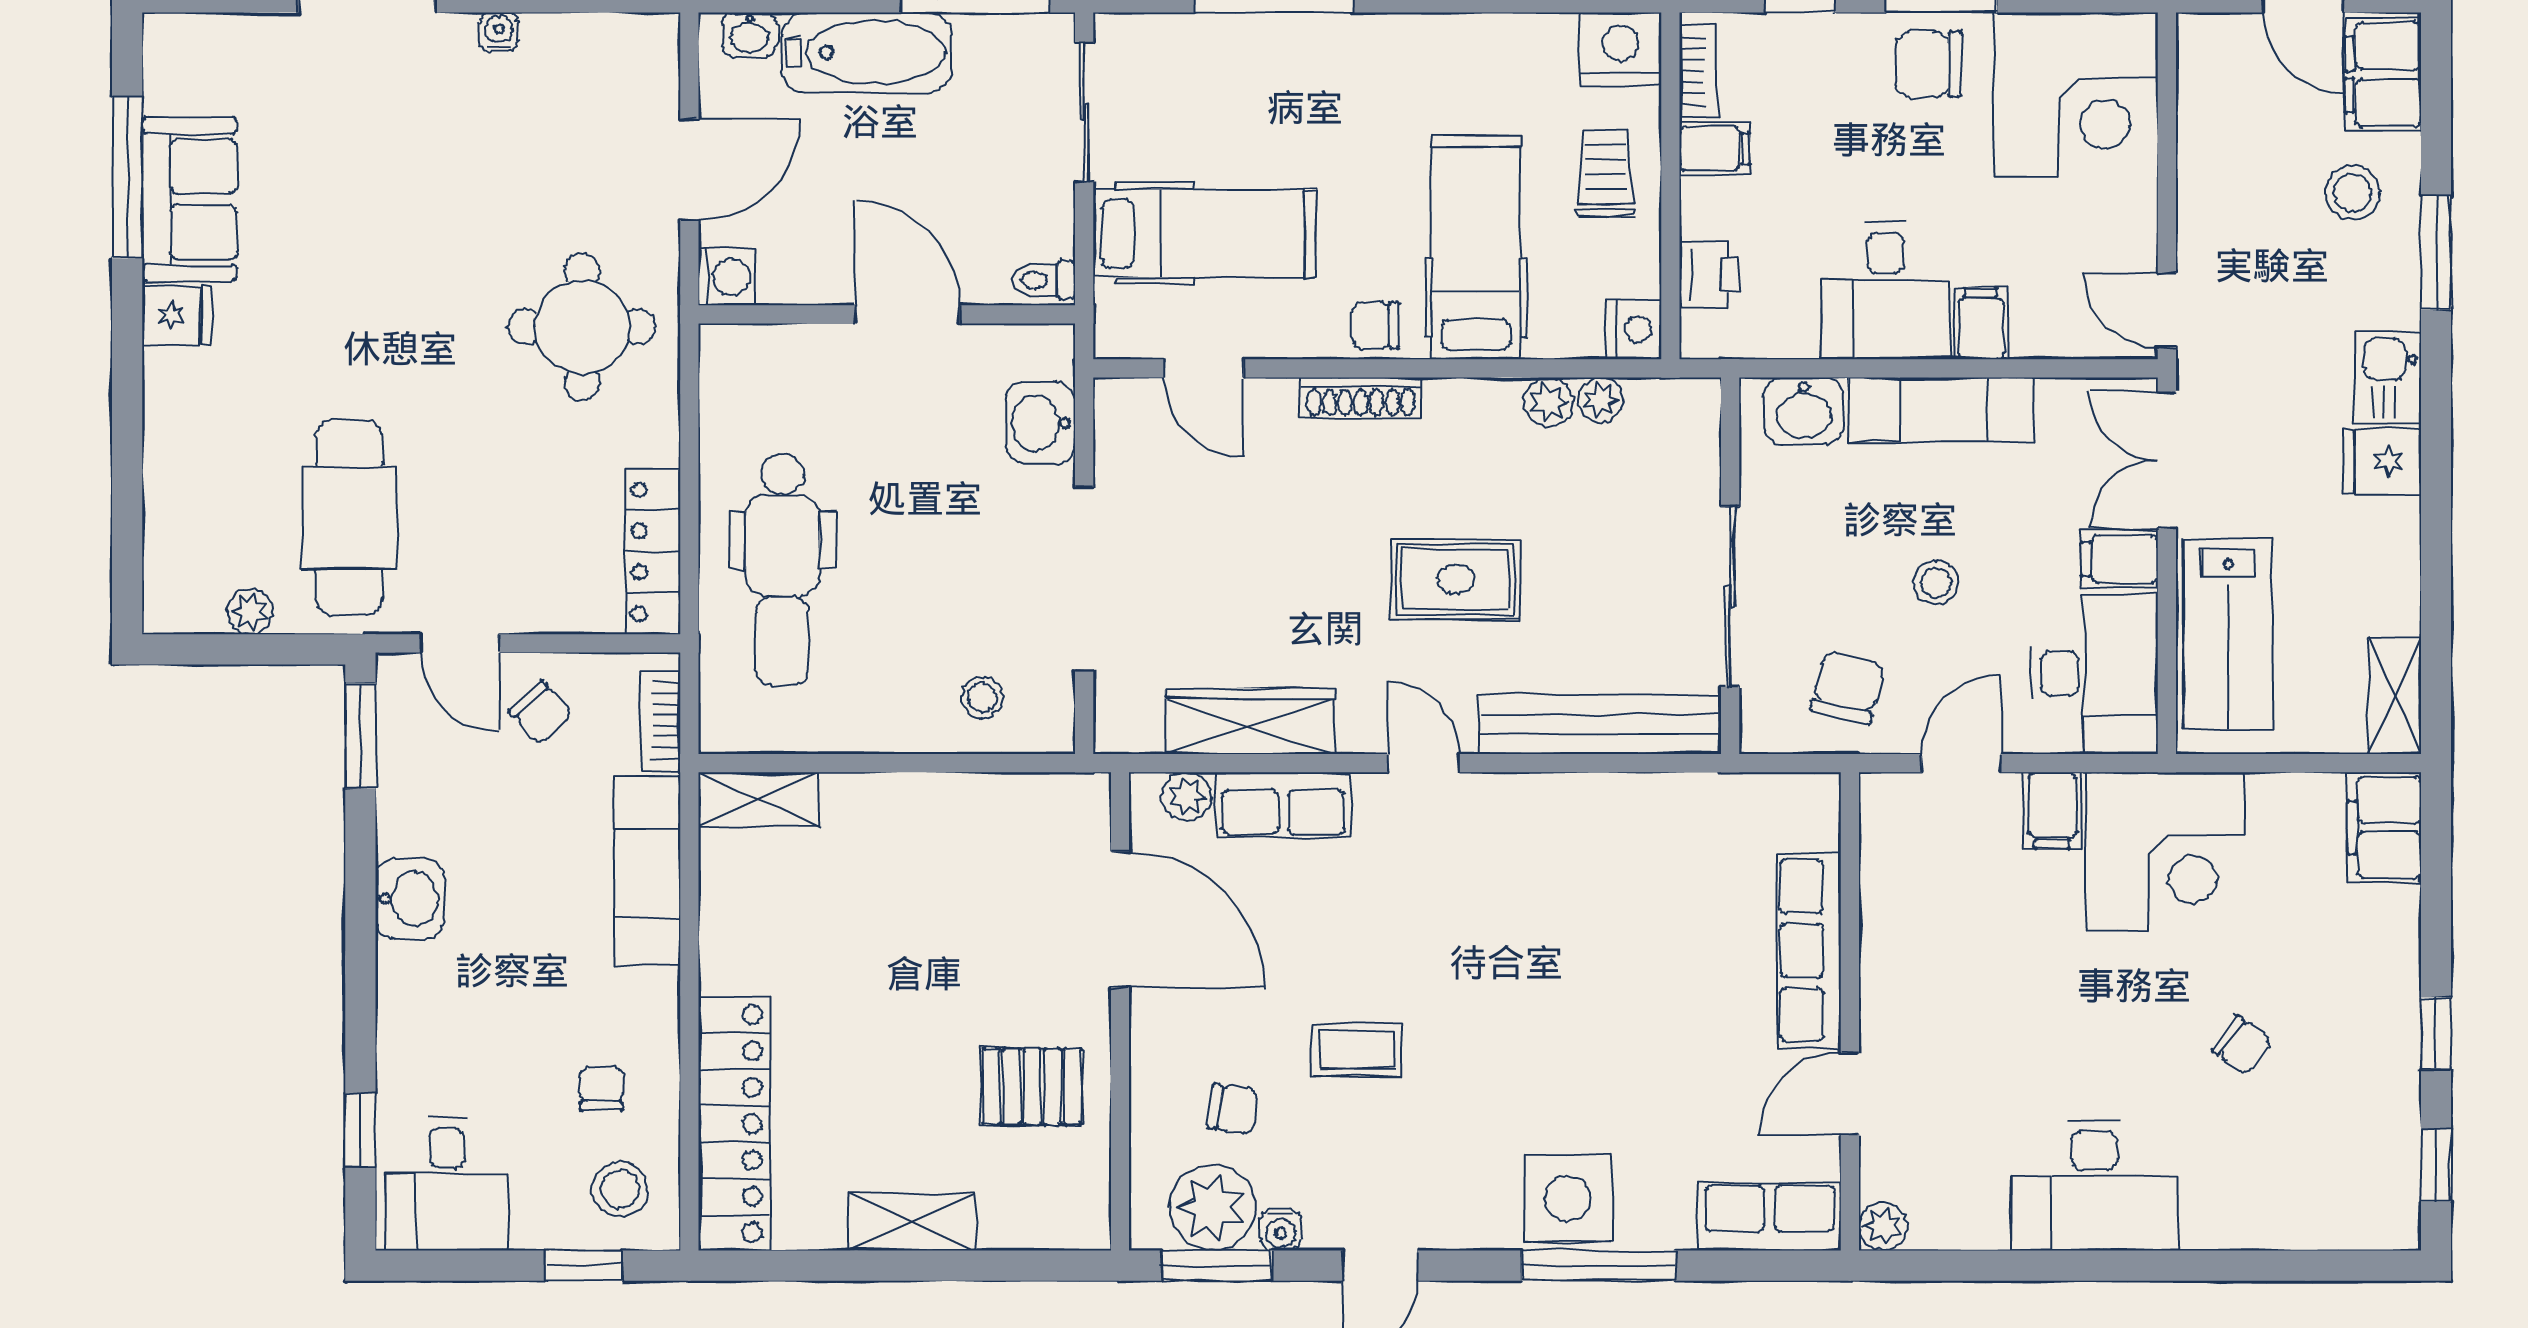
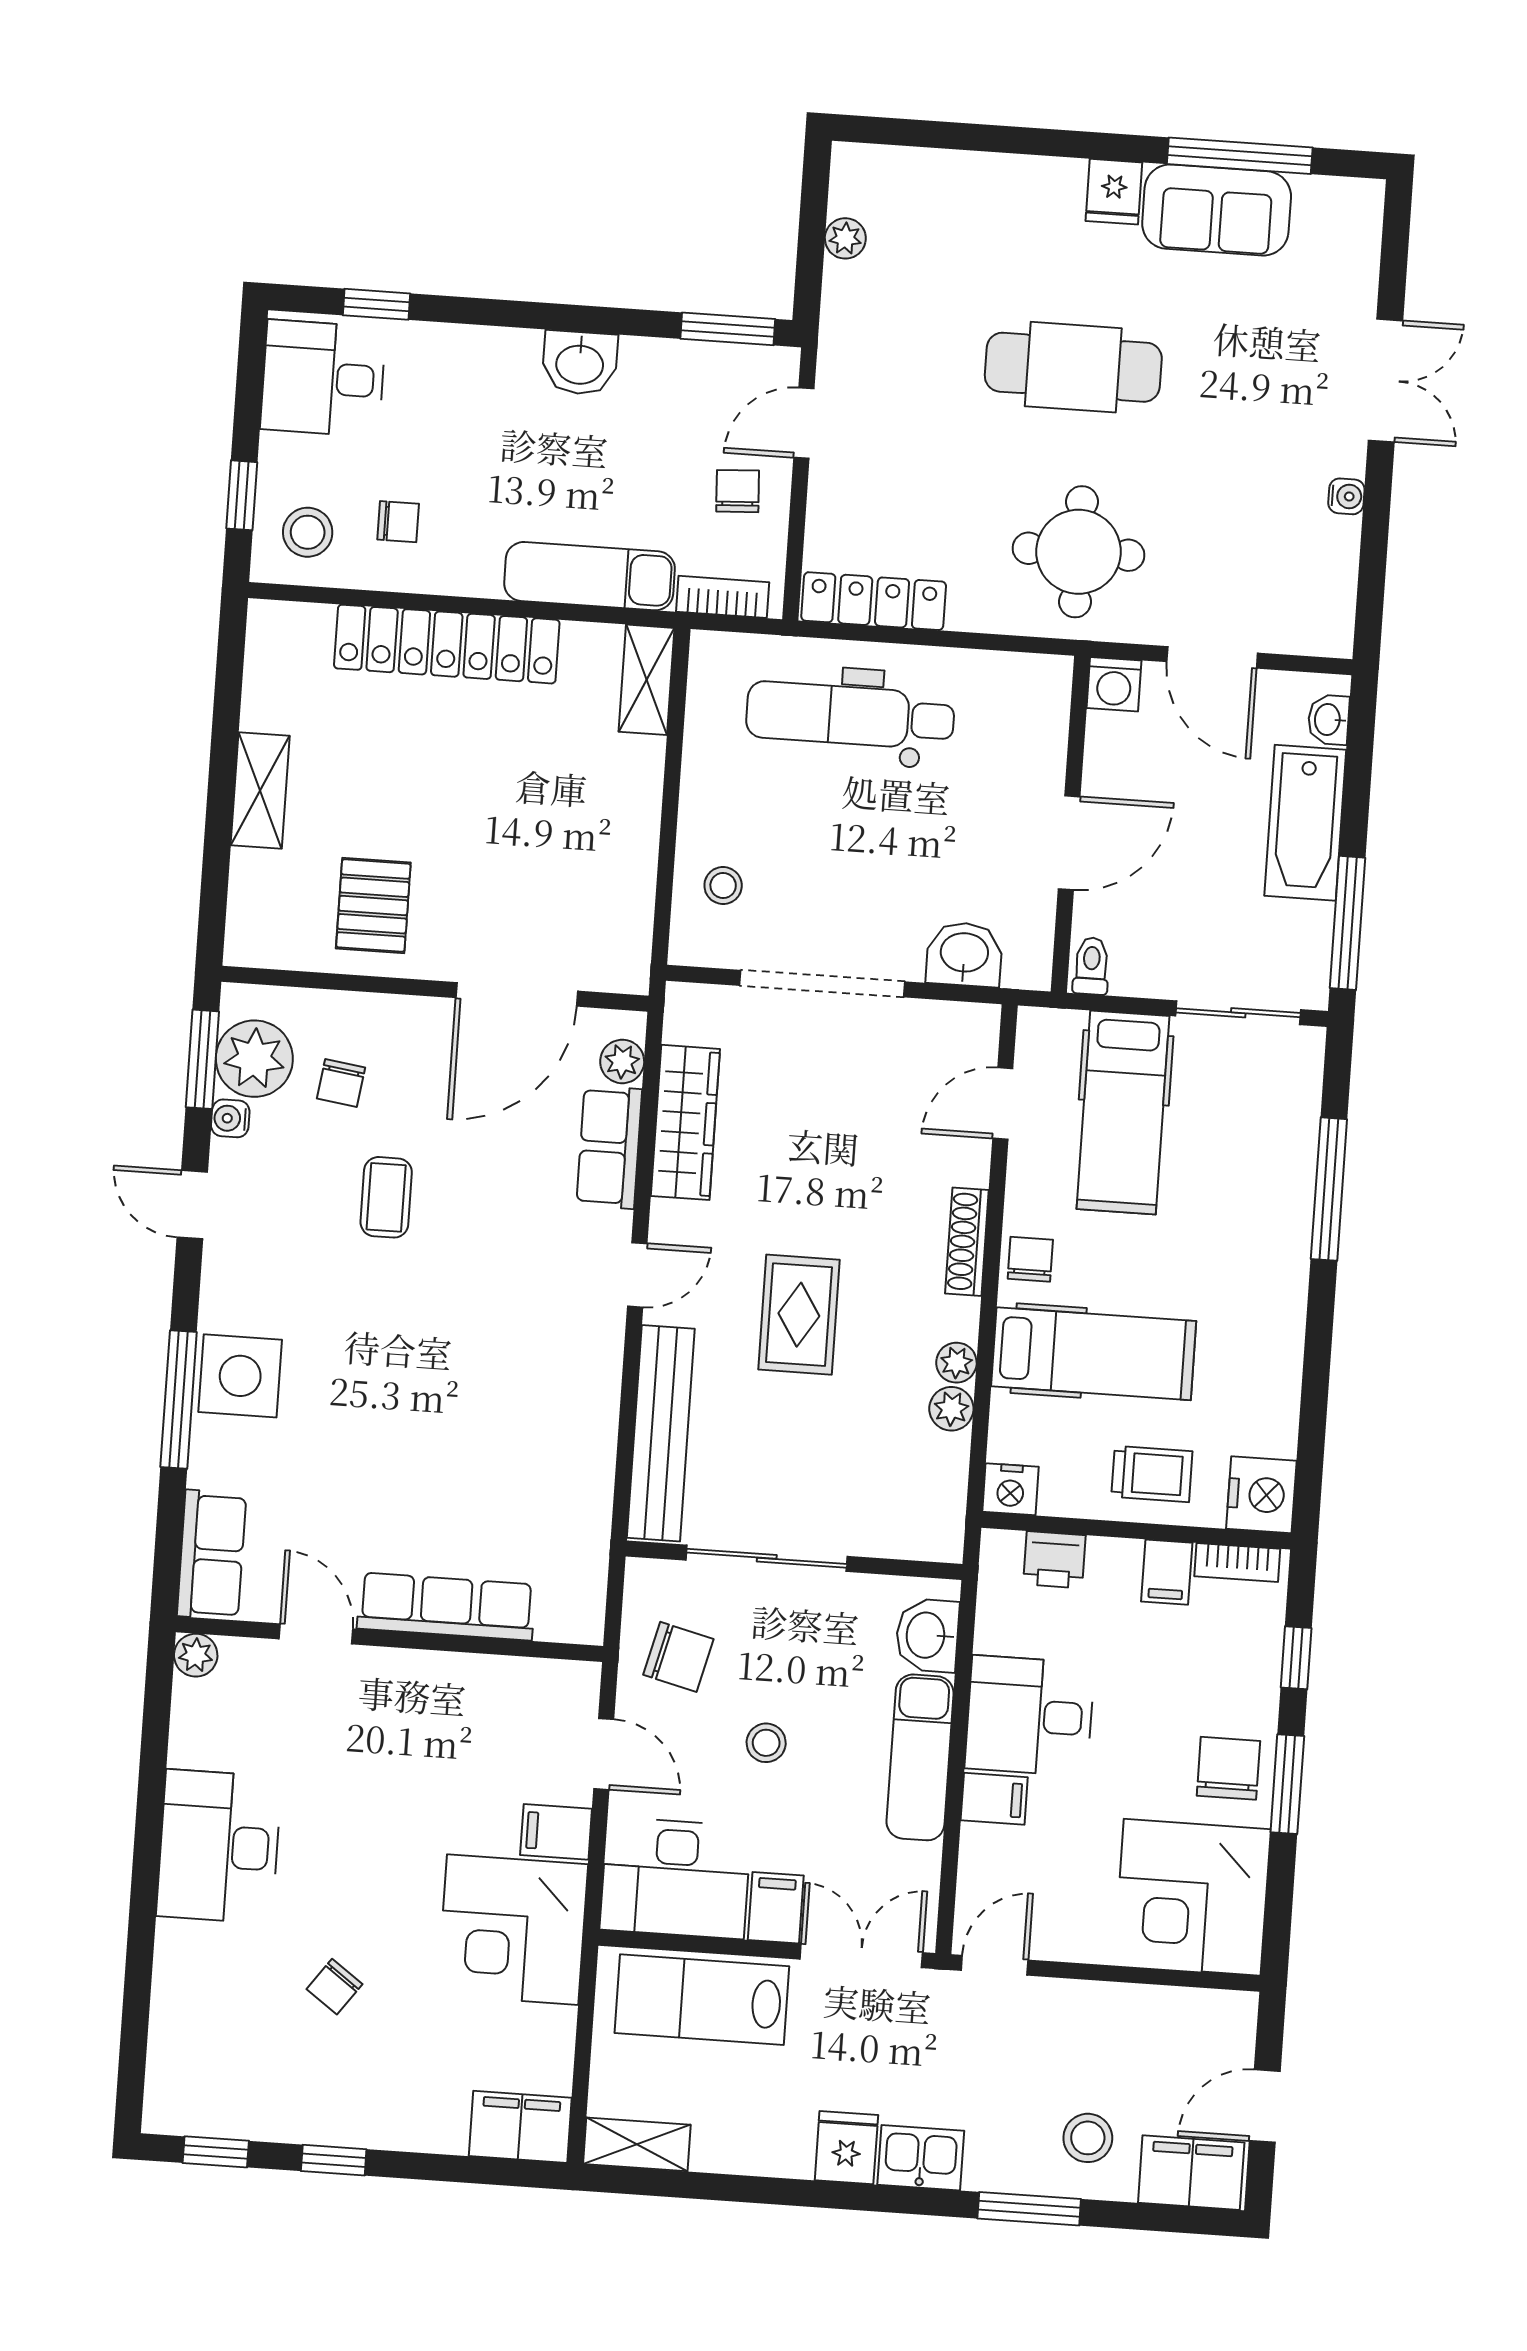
plant: (1601, 400) -> (956, 1363), moved
cafe table: (349, 518) -> (1073, 367), moved
chair: (541, 712) -> (738, 491), turned 130
locker: (734, 1124) -> (447, 644), moved

